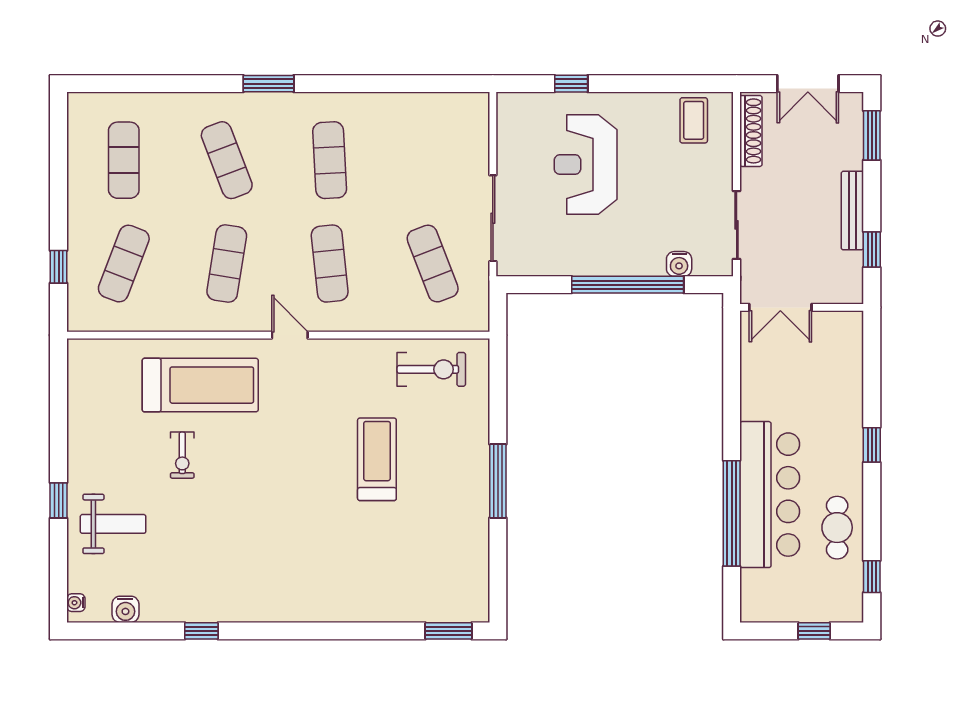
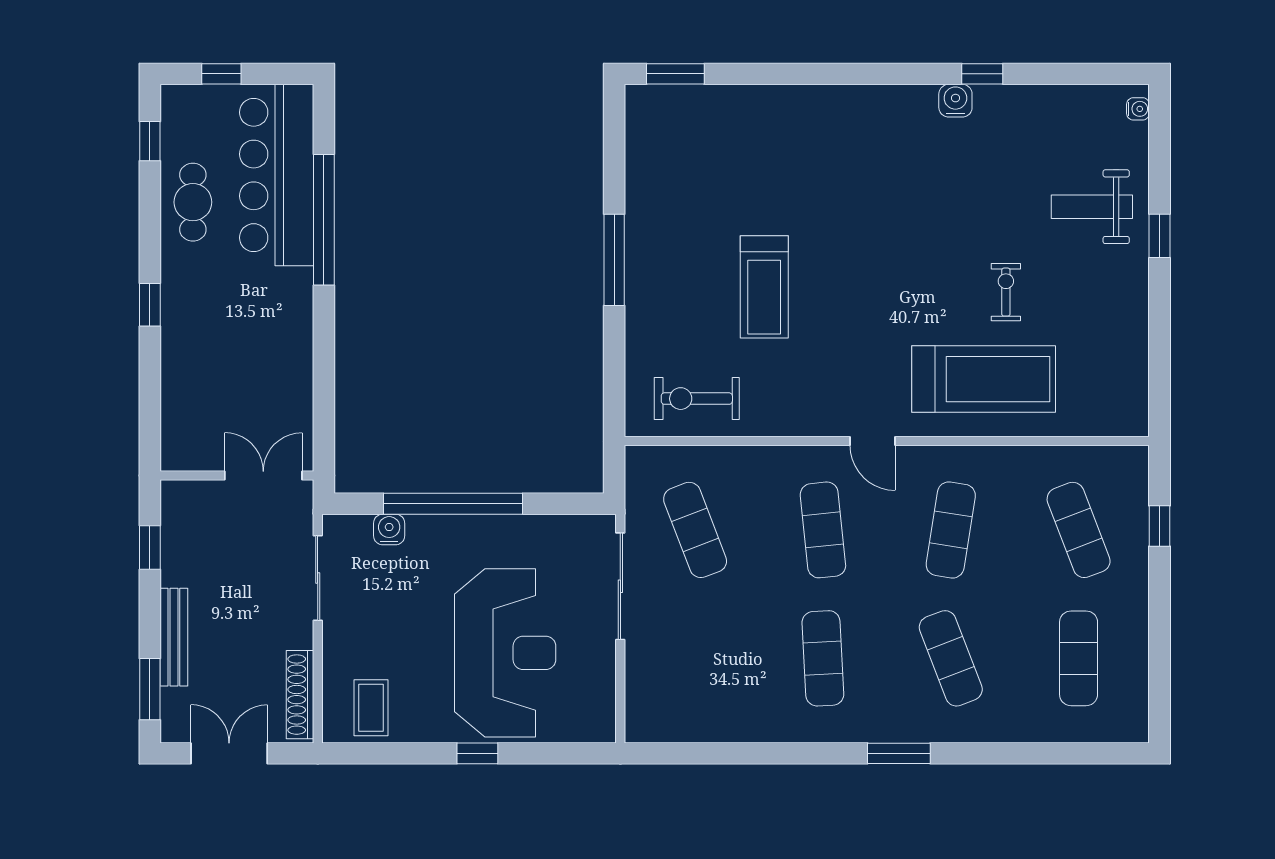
window: (571, 84) -> (477, 753), moved
reception desk: (586, 165) -> (505, 653), width x1.36, depth x1.30
bench: (852, 211) -> (174, 637), moved
exercise mat: (124, 264) -> (1079, 530), turned -42
treadmill: (200, 385) -> (984, 379), turned 180
bar counter: (770, 495) -> (277, 175), moved
water cooler: (125, 609) -> (955, 101), moved

